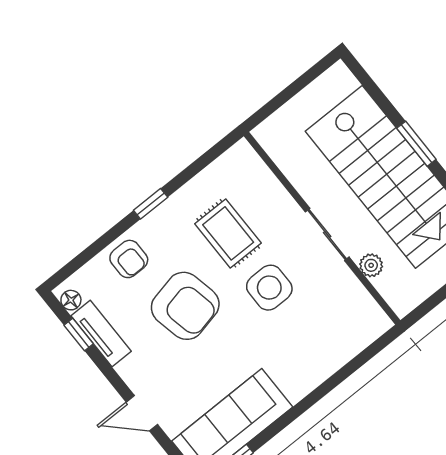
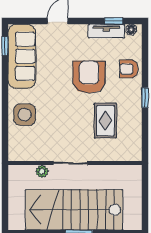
rug: (228, 233) -> (105, 121), turned 90
side table: (269, 288) -> (25, 115), moved
armchair: (185, 306) -> (89, 77), turned 102

